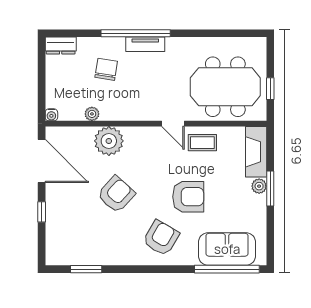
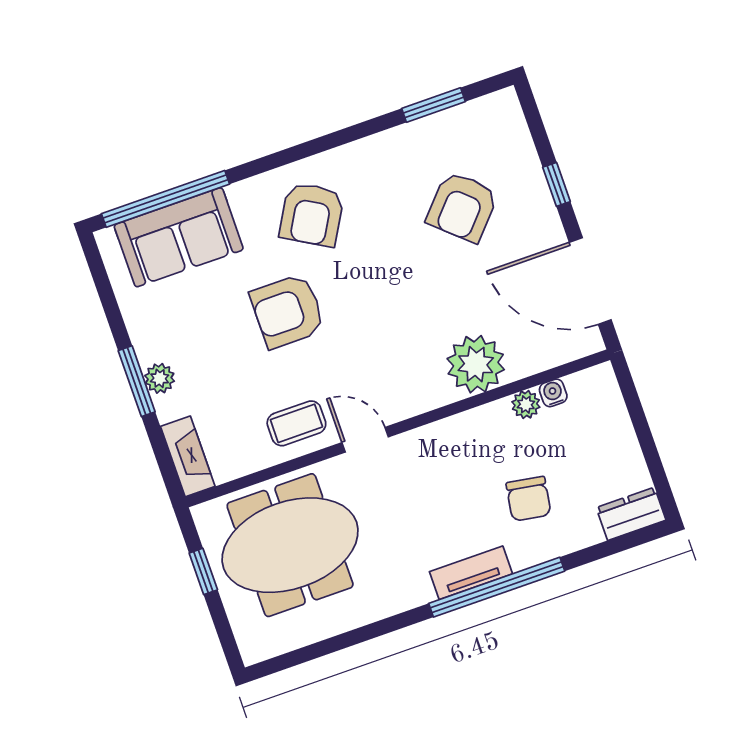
water cooler: (51, 115) -> (553, 393), moved
fireplace: (256, 152) -> (188, 456), width x0.73, depth x0.76
armchair: (116, 194) -> (462, 207), moved

